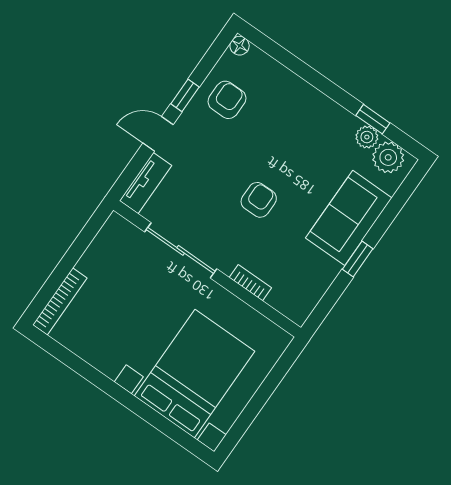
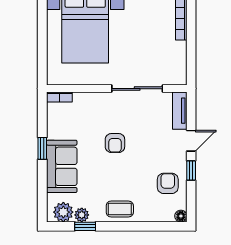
armchair: (227, 100) -> (168, 183), turned 180
coffee table: (312, 110) -> (120, 209), added
bookcase: (250, 283) -> (59, 97), moved

